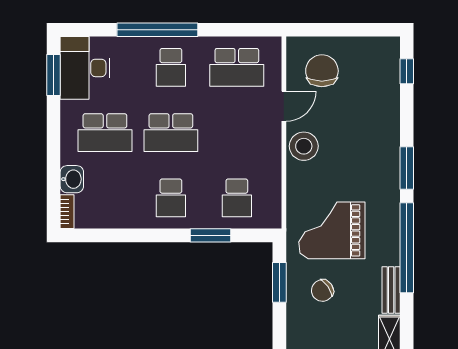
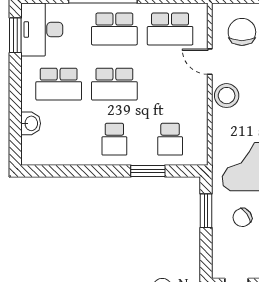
school desk: (171, 67) -> (114, 29), width x1.85
door: (284, 106) -> (210, 62), swing flipped
bookcase: (67, 212) -> (27, 151), removed

